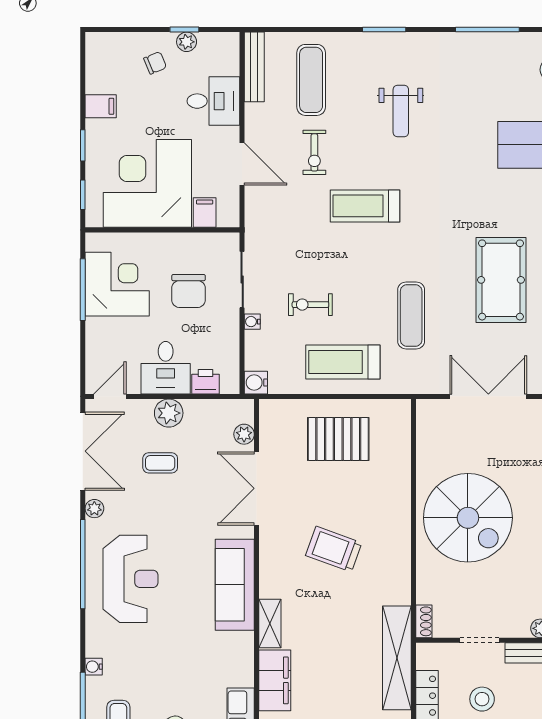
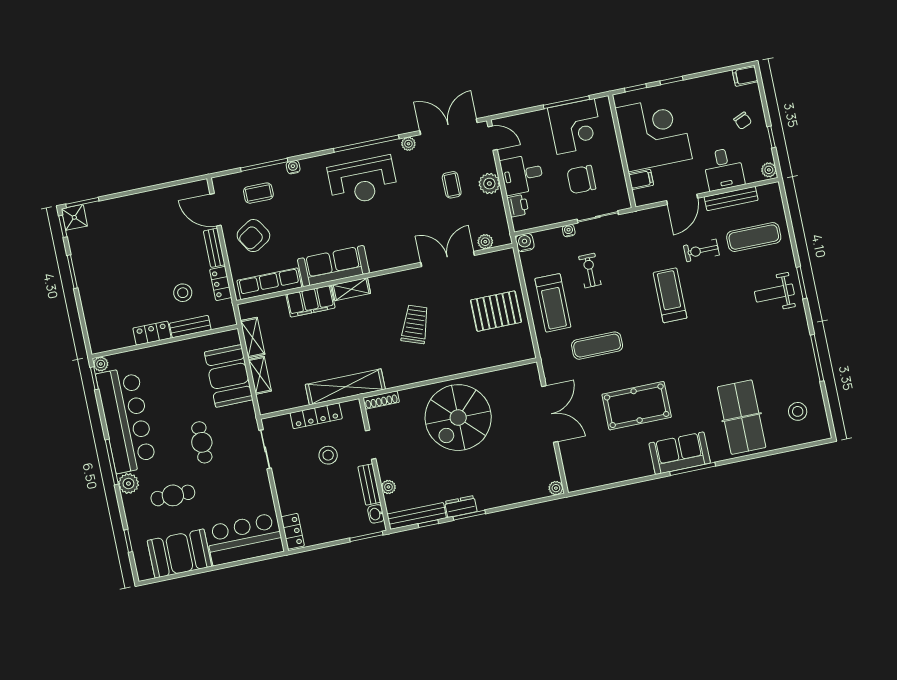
plant: (187, 42) -> (769, 170), moved
bench: (254, 67) -> (731, 199), moved
filing cabinet: (101, 106) -> (745, 76), moved, turned 90
weight bench: (401, 111) -> (774, 293), moved
treadmill: (343, 362) -> (553, 303), turned 180
pallet: (338, 439) -> (496, 311), turned 90
double door: (83, 451) -> (449, 127), swing flipped
sofa: (235, 585) -> (333, 266), moved
shoe rack: (424, 621) -> (381, 400), width x1.43

